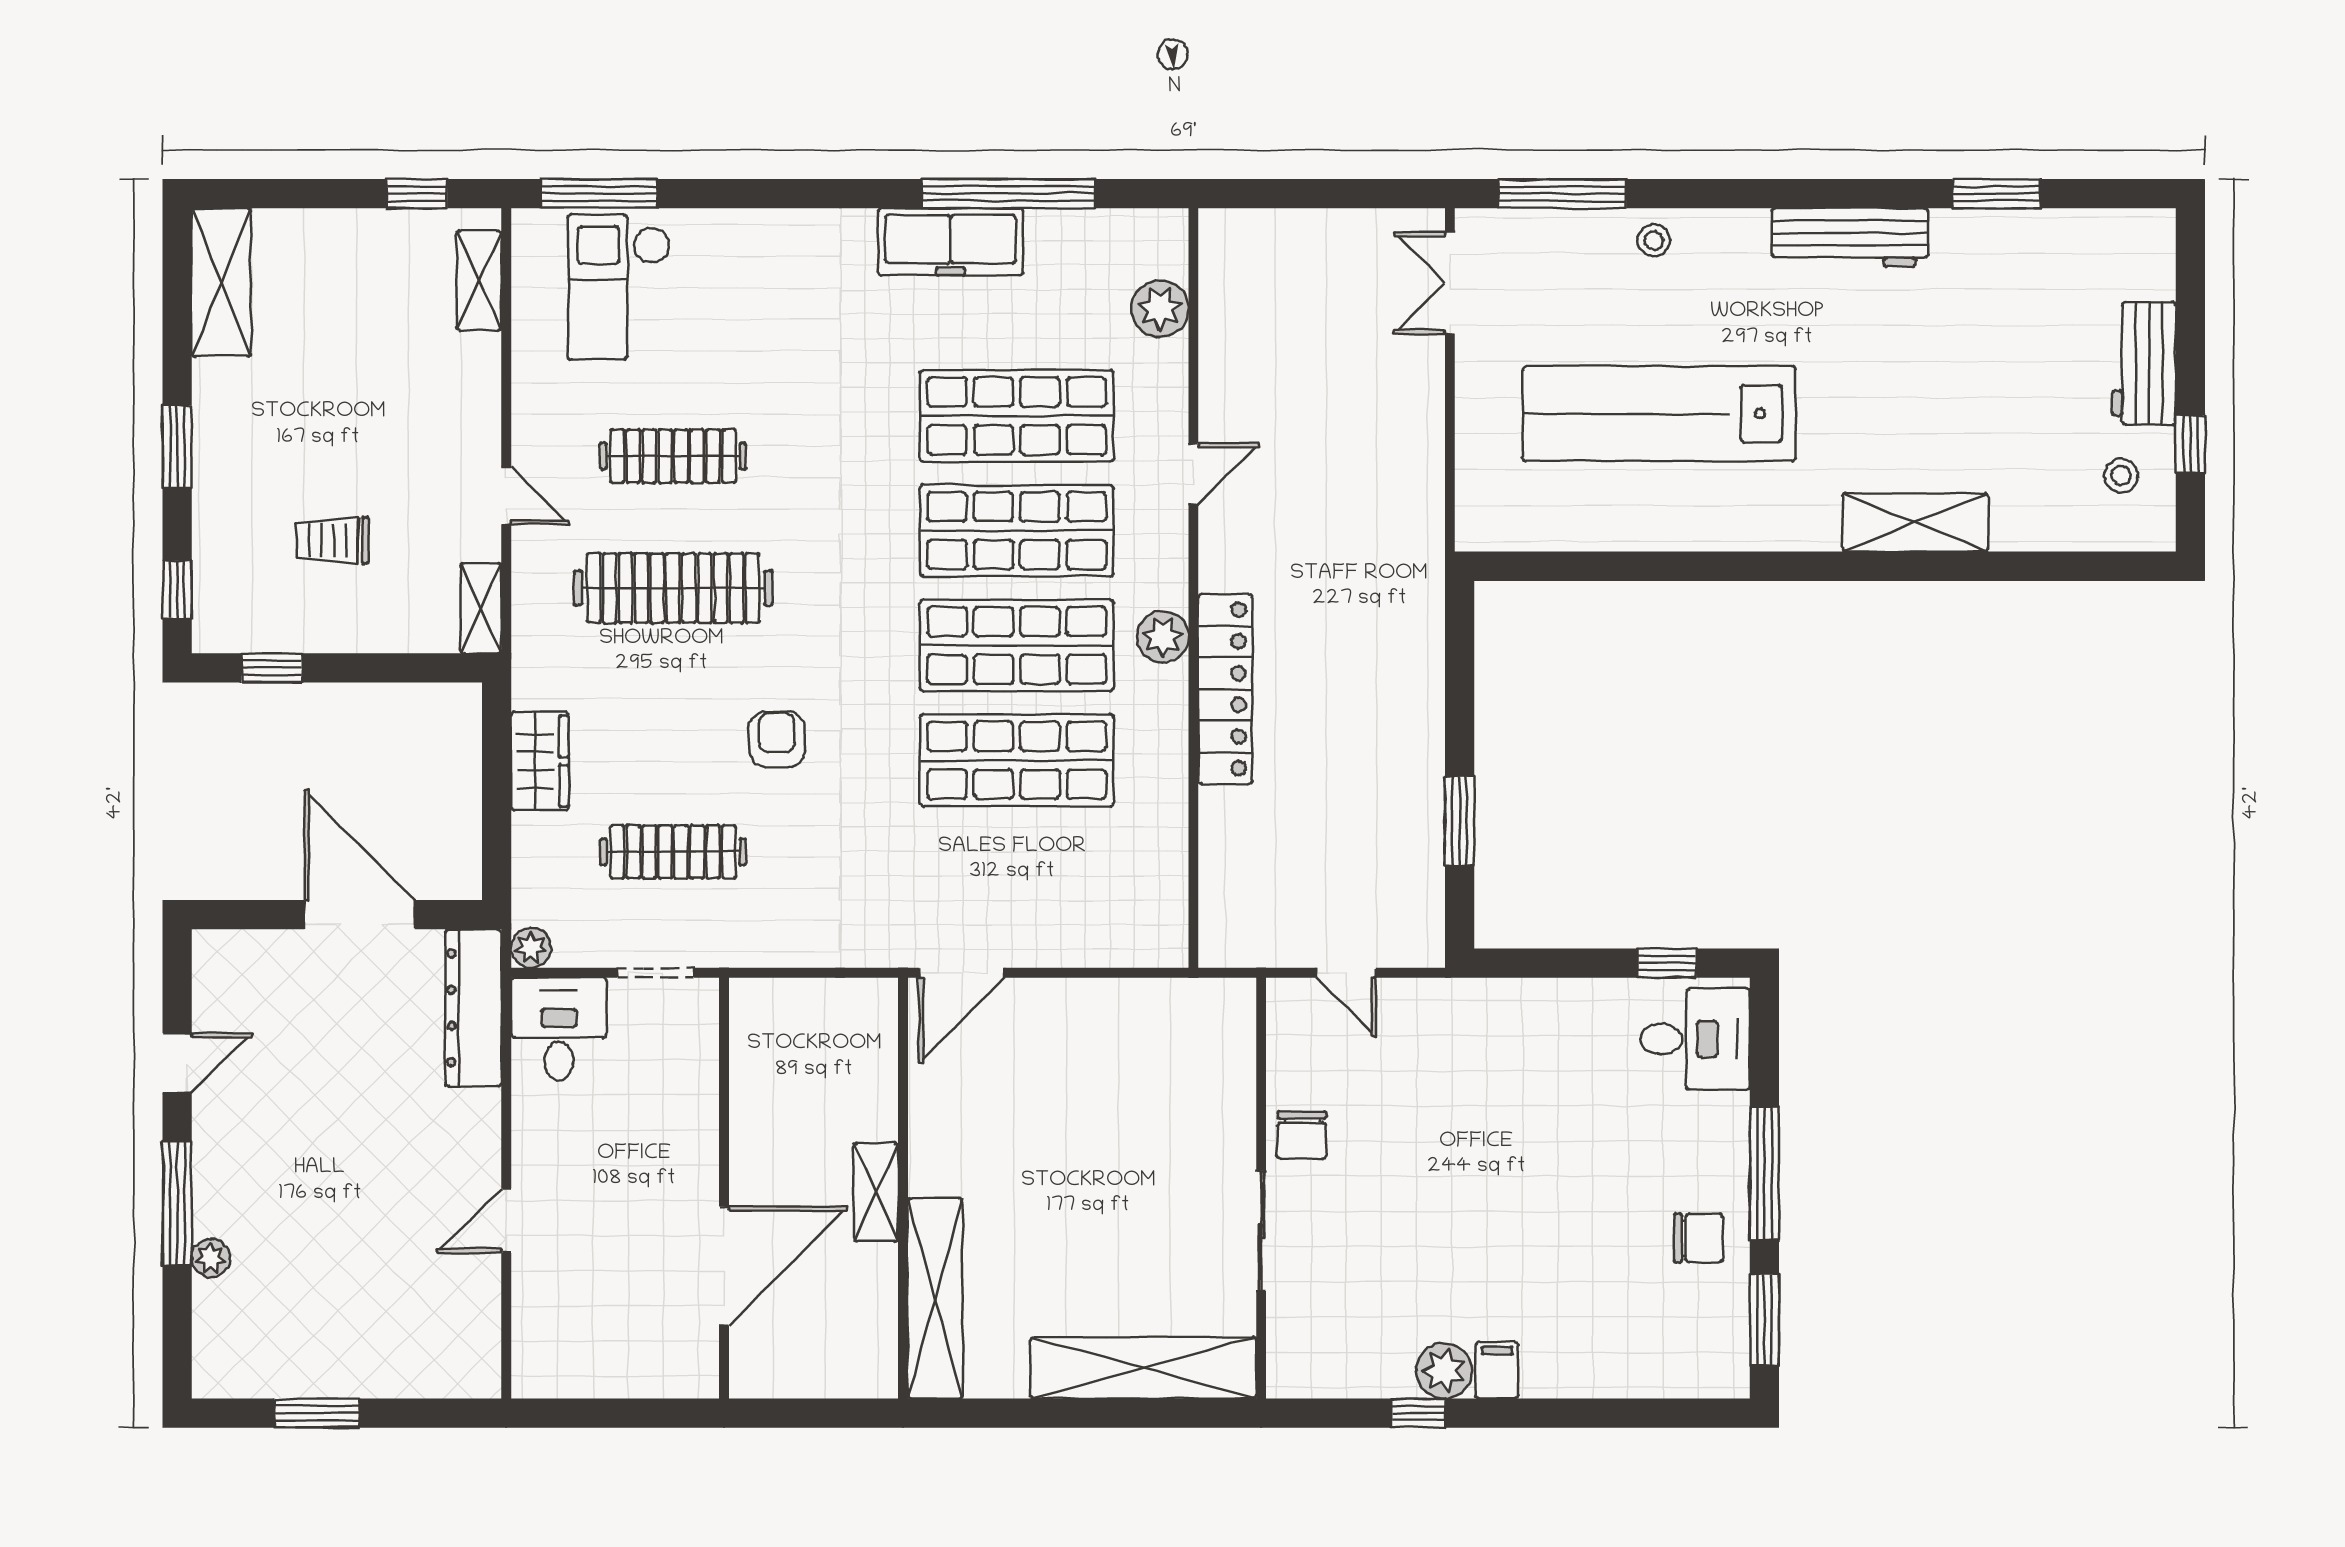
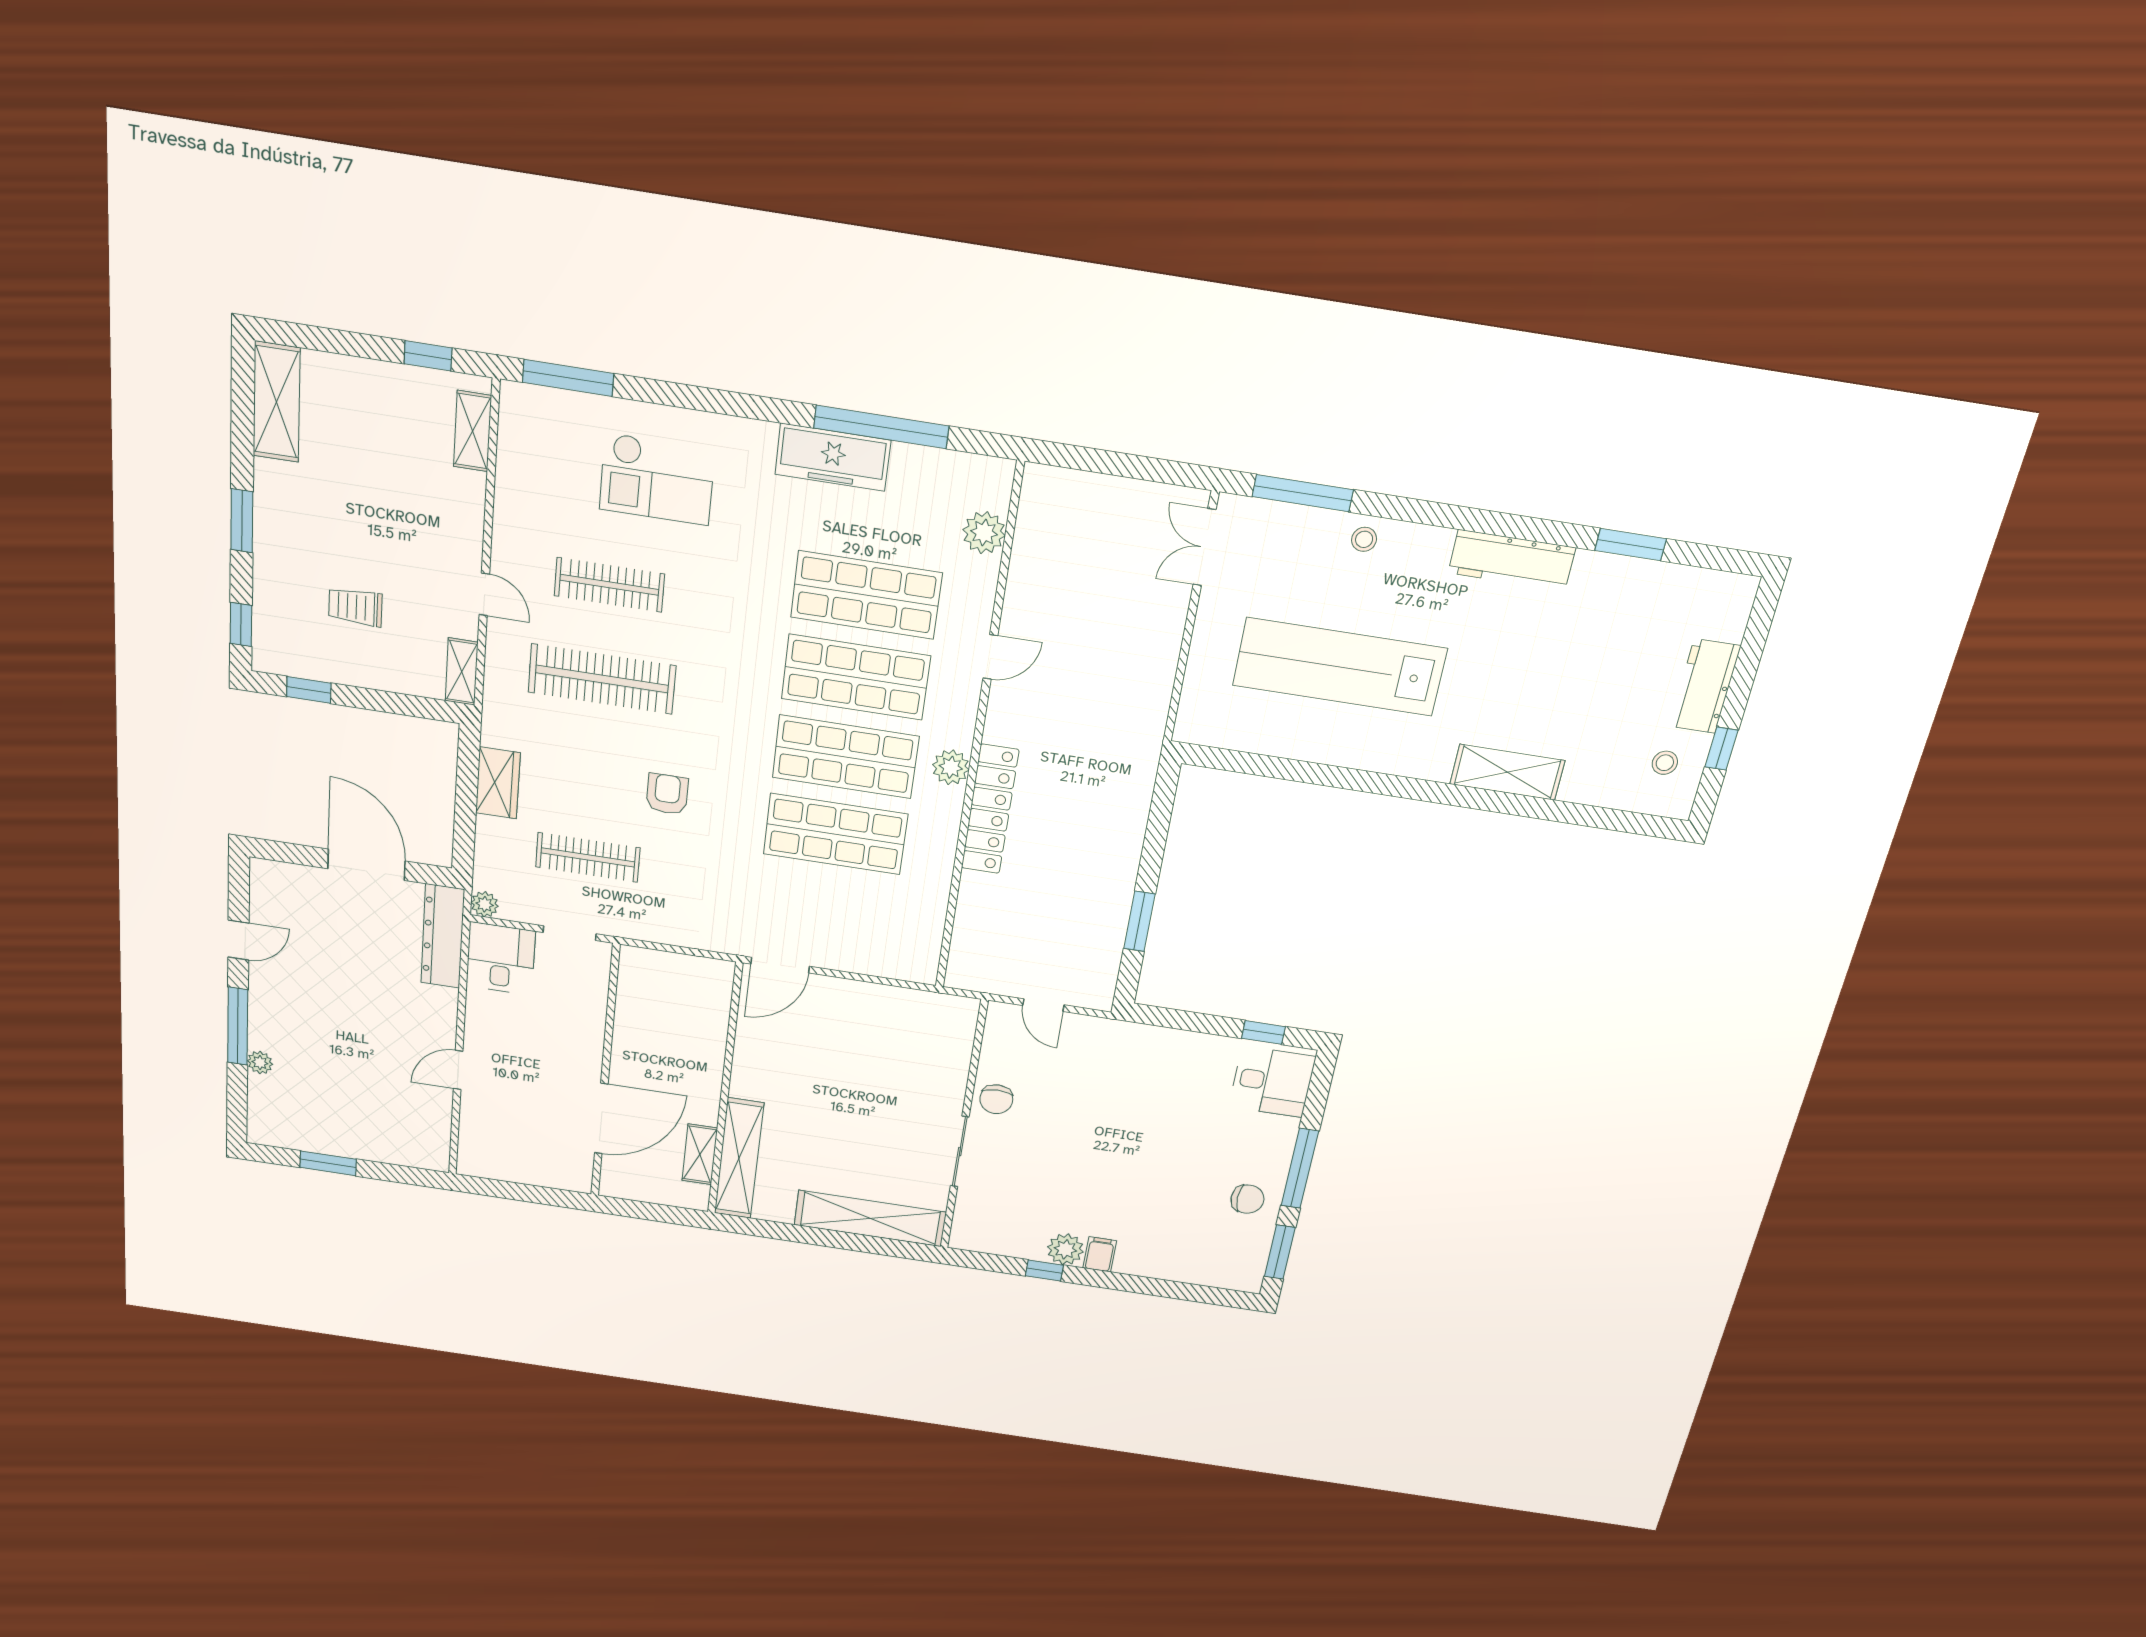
checkout: (619, 287) -> (657, 479), moved, turned -90
shelving: (876, 1192) -> (700, 1154), moved

